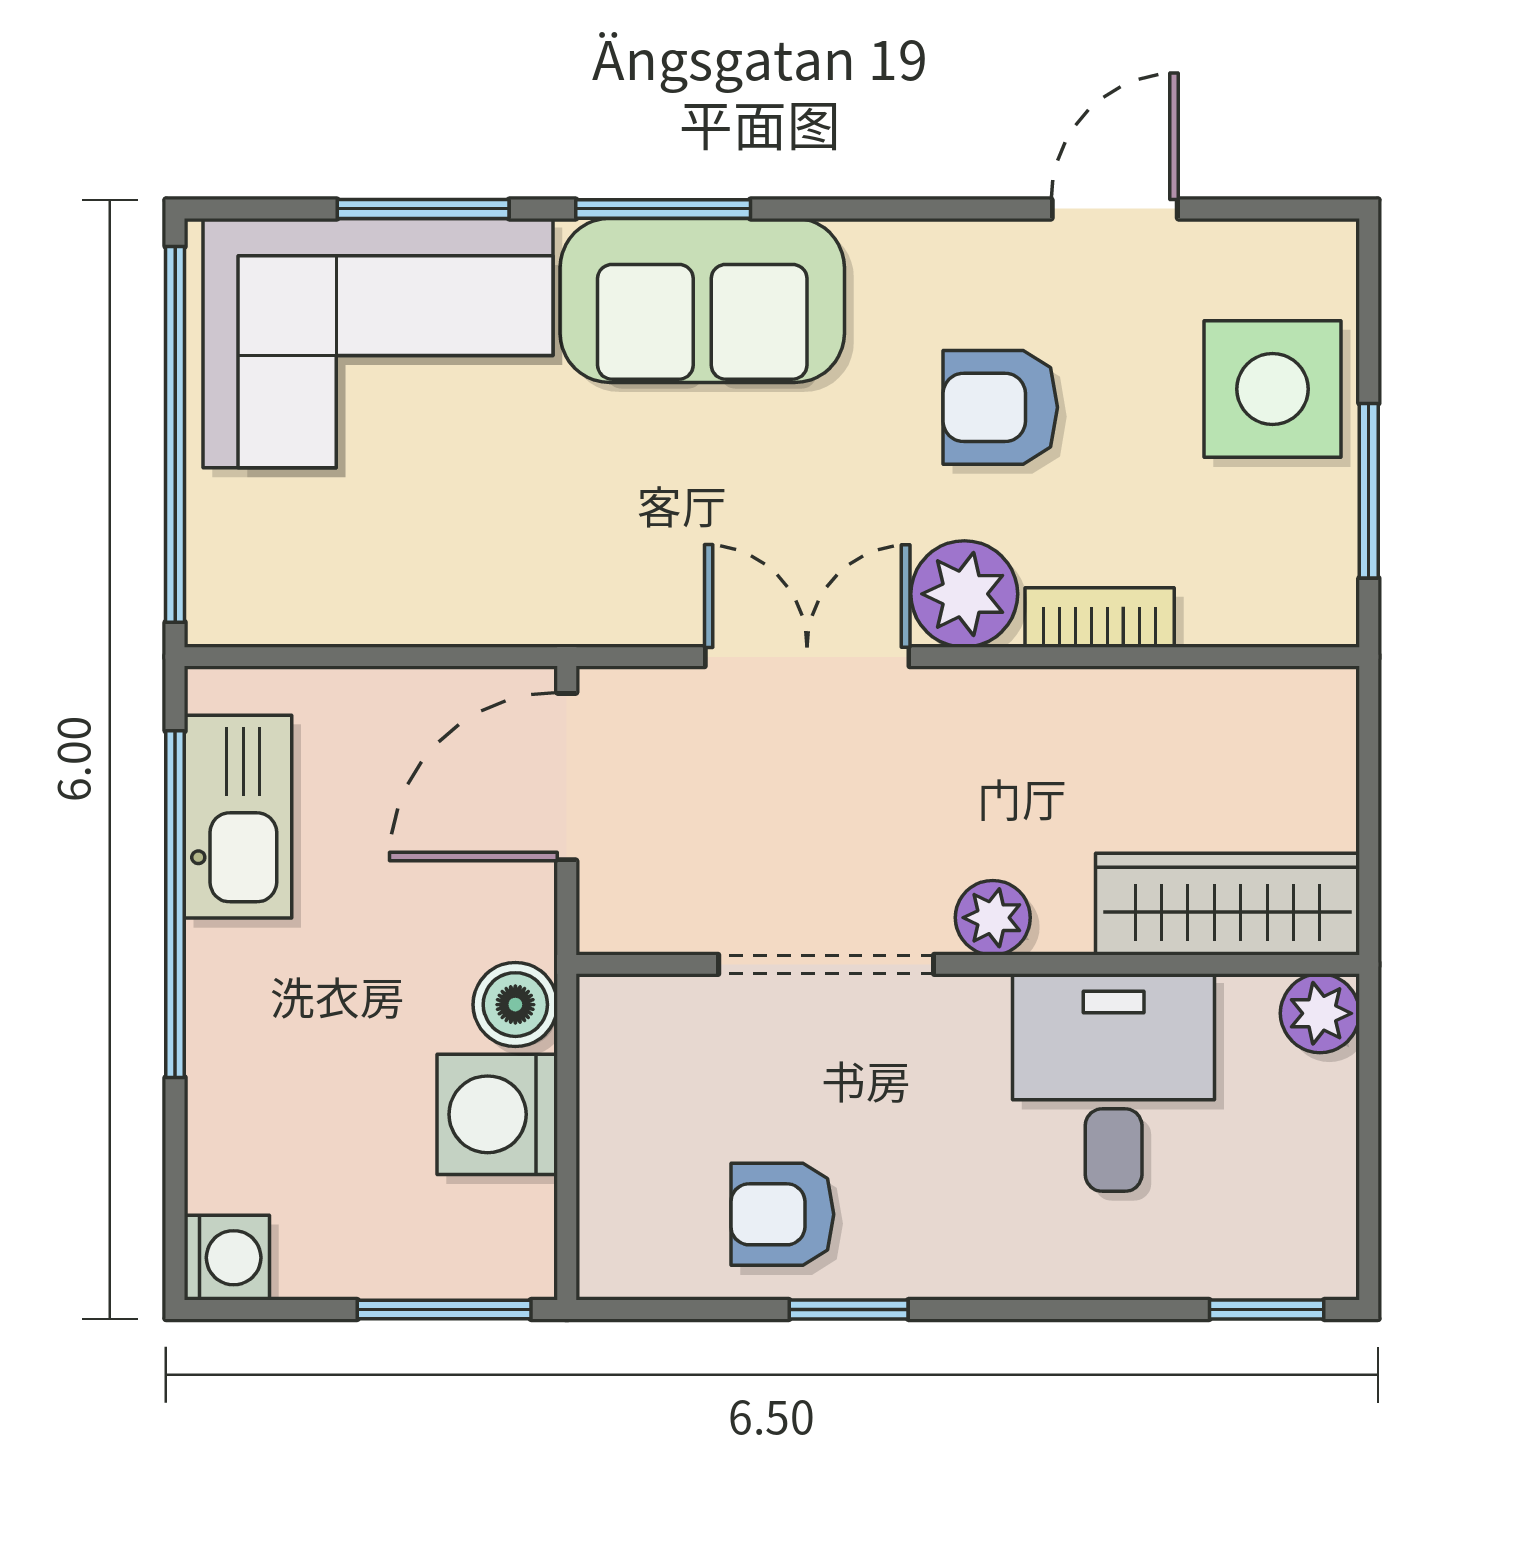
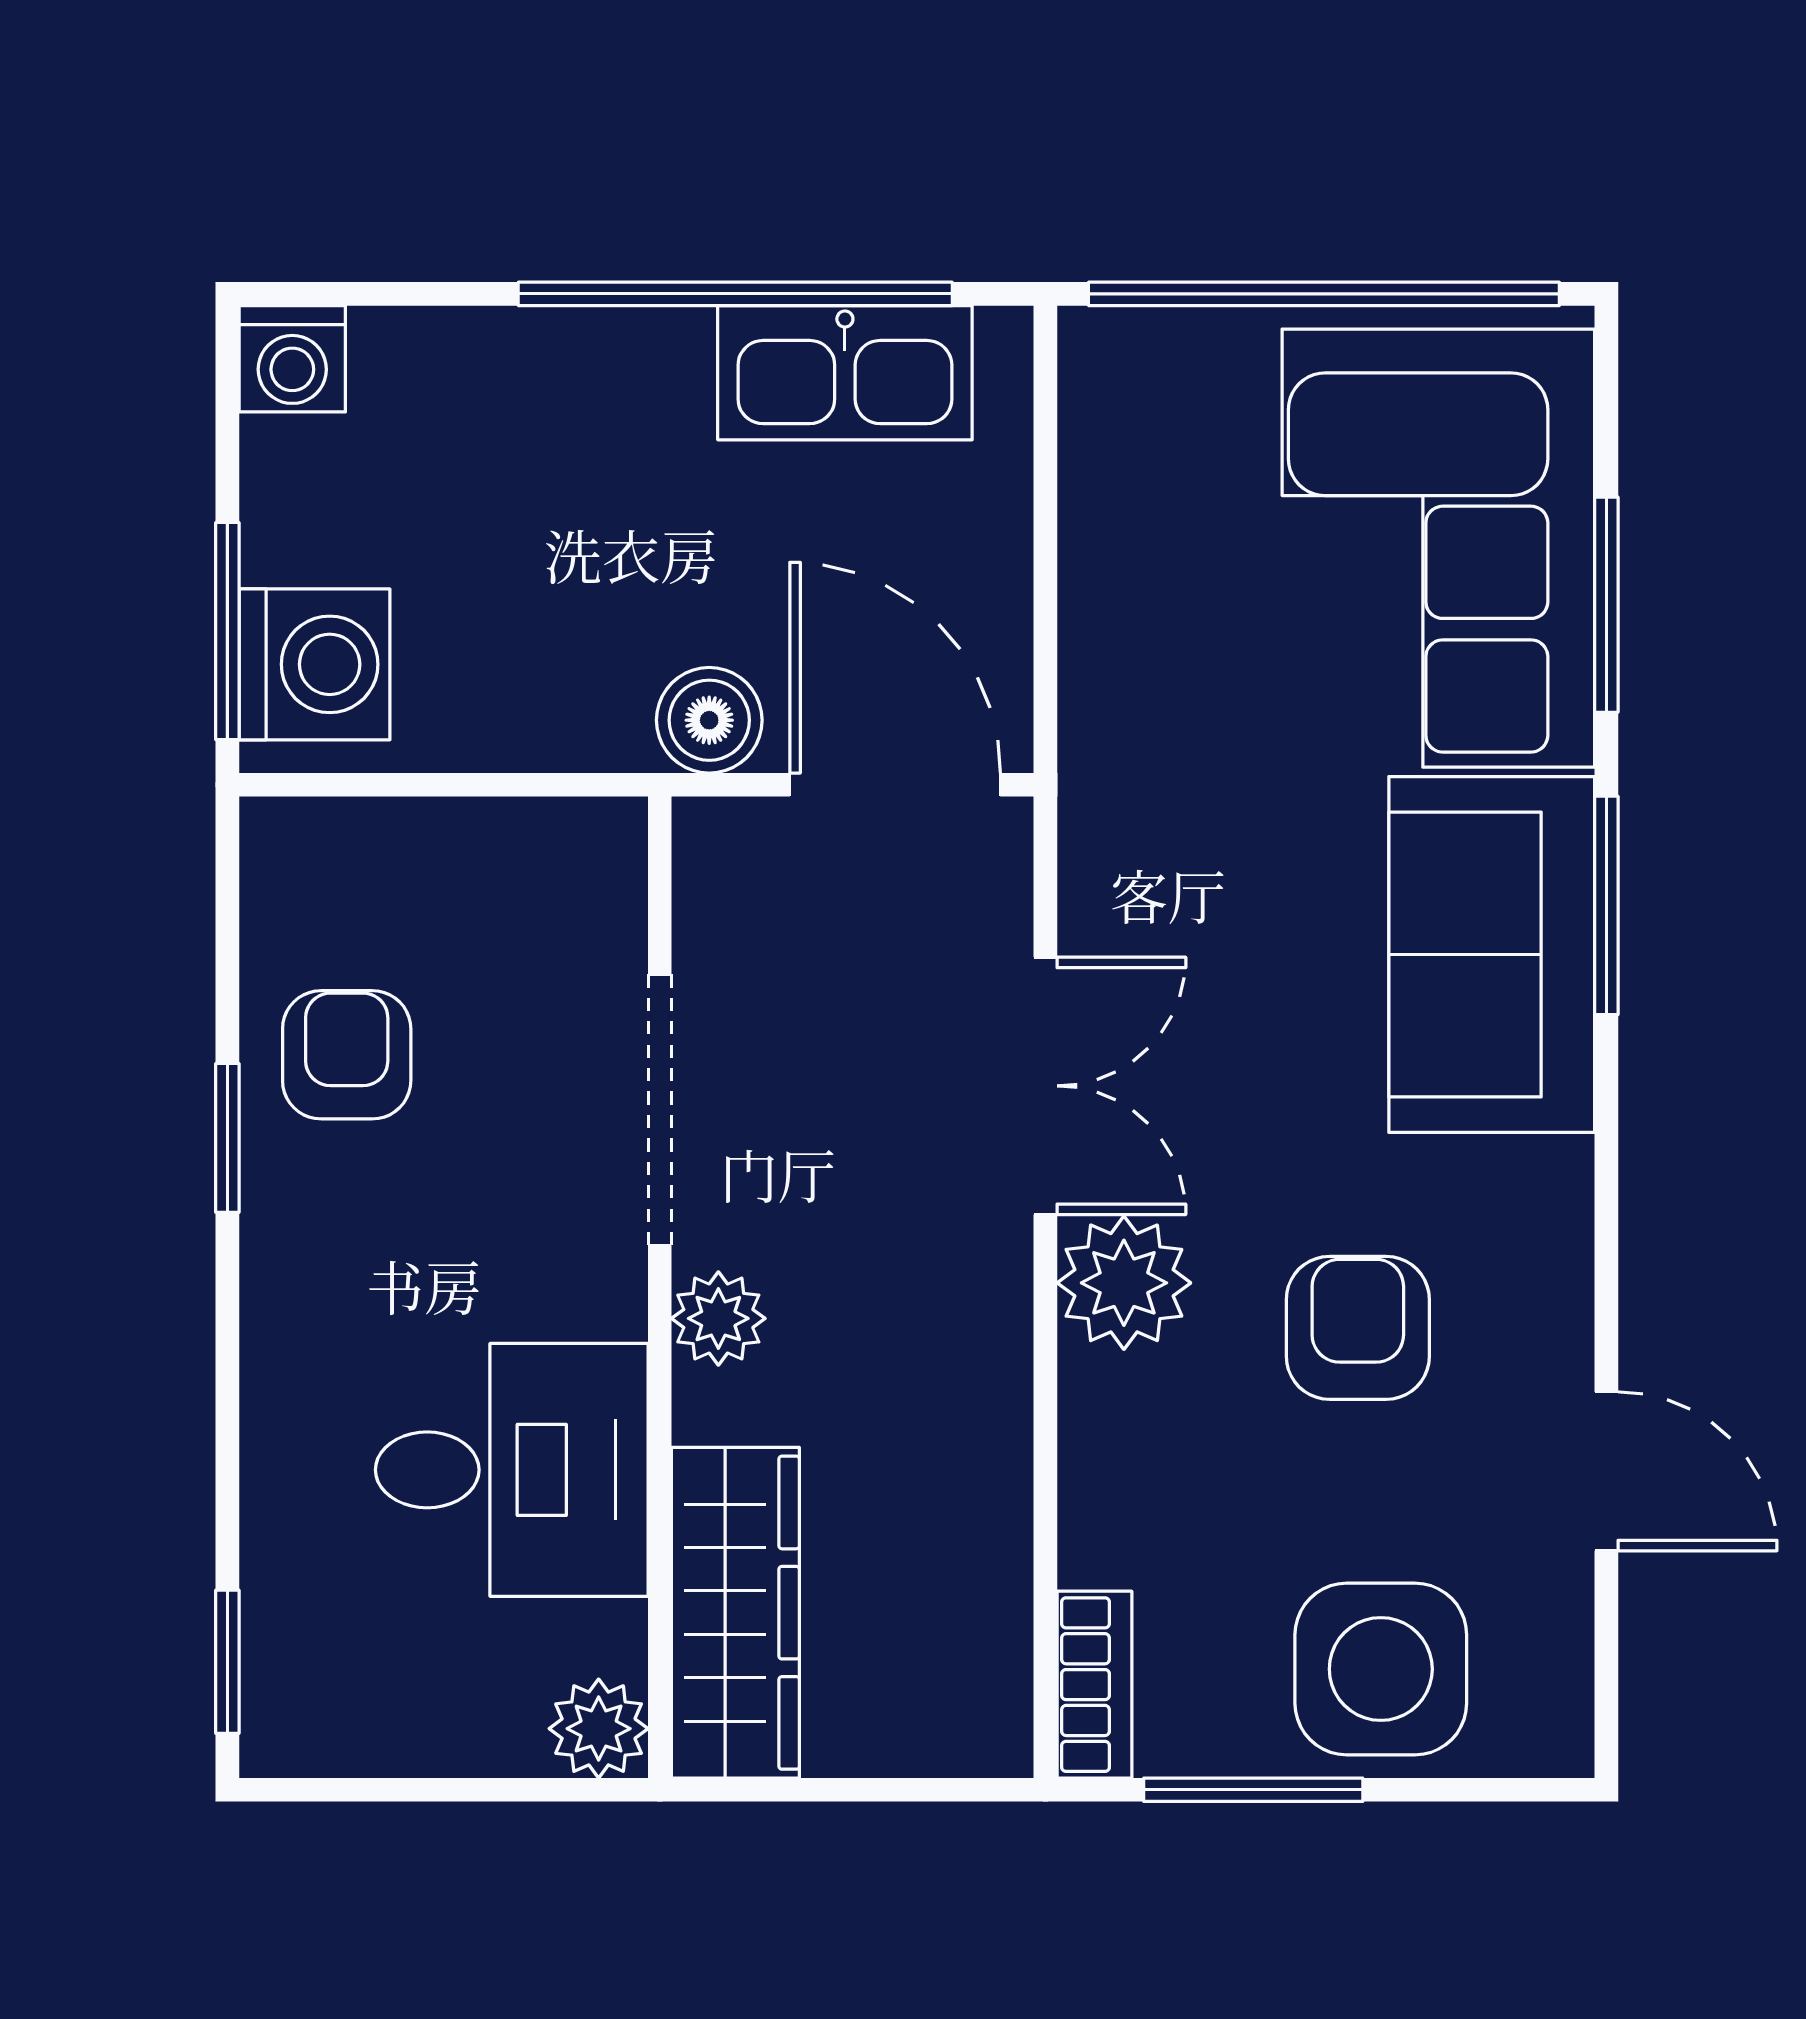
bookcase: (1100, 617) -> (1094, 1685), moved
boiler: (515, 1005) -> (709, 720), moved
washing machine: (497, 1114) -> (315, 664), moved, turned 90

